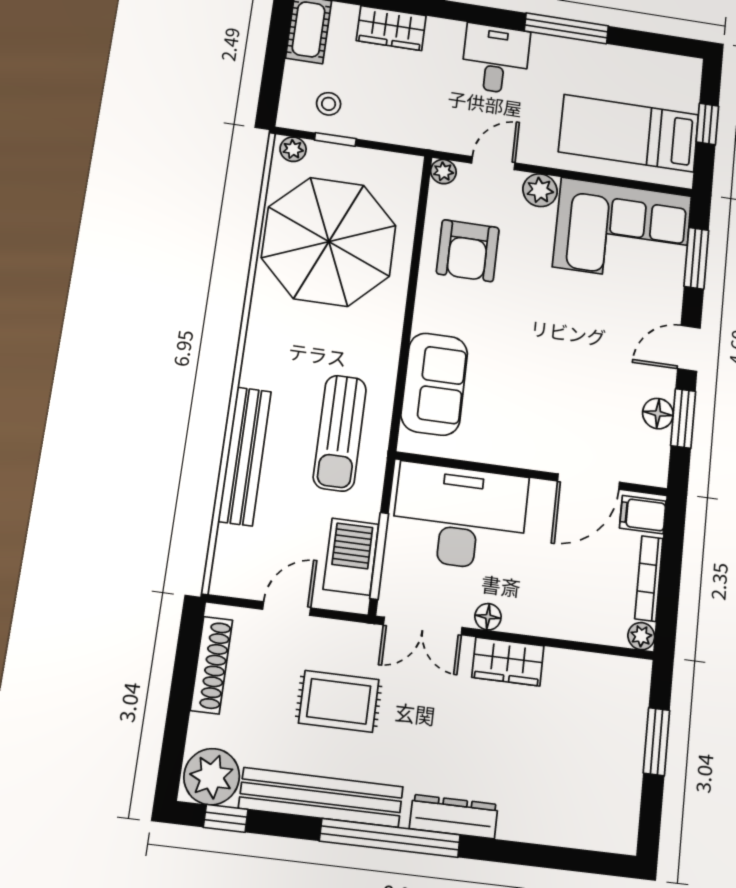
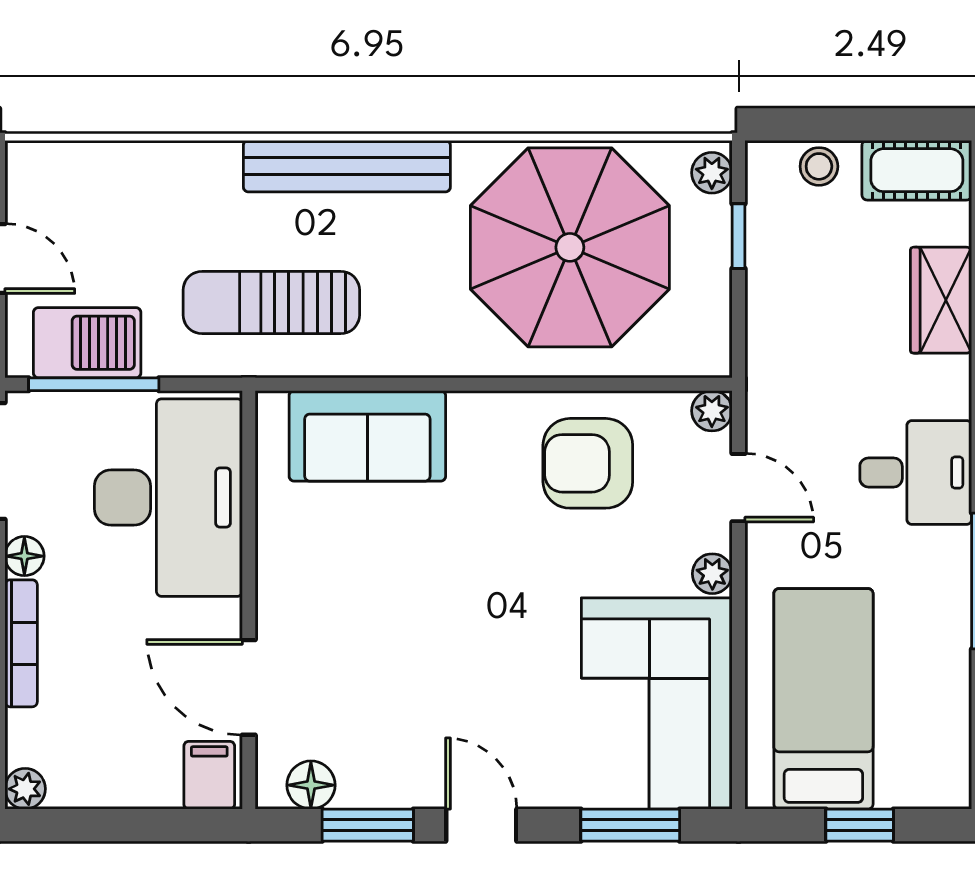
stool: (329, 104) -> (819, 166), moved
plant: (540, 190) -> (712, 574), width x0.73, depth x0.73
floor lamp: (658, 414) -> (311, 785), moved
bench: (245, 456) -> (347, 166), moved
bookcase: (649, 578) -> (21, 643), moved, turned 90

